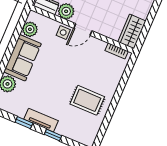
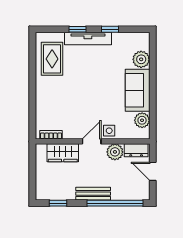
wardrobe: (132, 31) -> (63, 153), moved, turned 90
rug: (87, 100) -> (52, 59), moved, turned 90
tv unit: (41, 120) -> (88, 39), width x1.41

